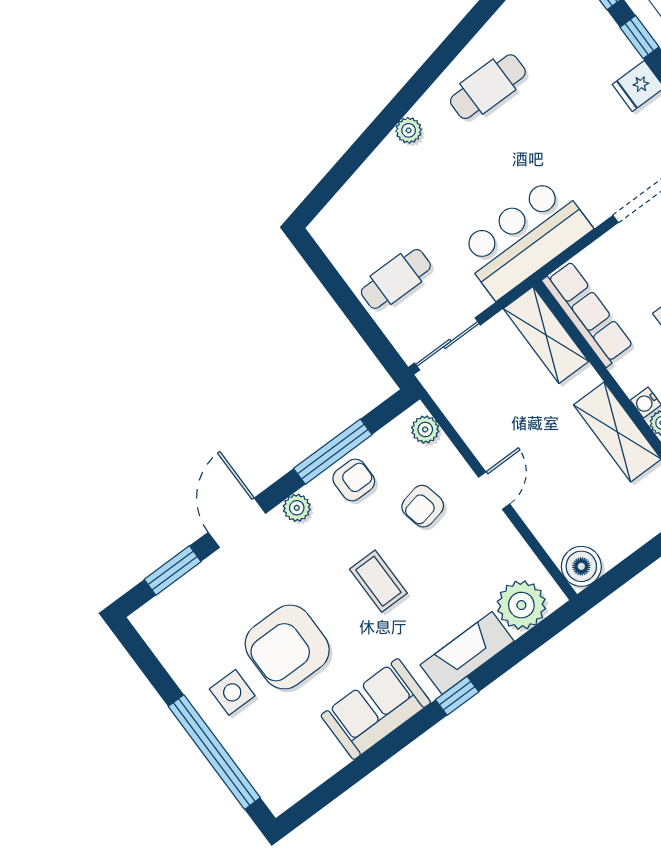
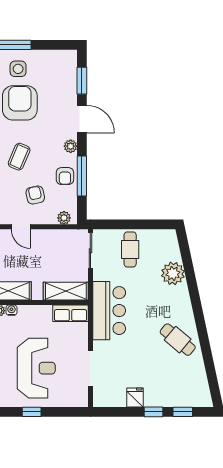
cafe table: (488, 87) -> (178, 340), turned -50
plant: (409, 130) -> (173, 273), moved, width x1.87, depth x1.87
row of seats: (588, 314) -> (71, 313), width x0.68
coffee table: (378, 581) -> (19, 157), turned -67

